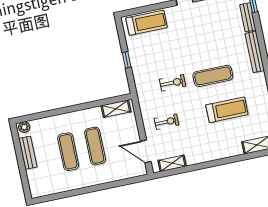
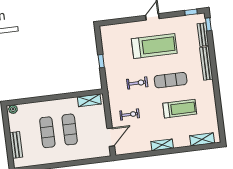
treadmill: (147, 23) -> (154, 46), moved, width x1.37, depth x1.38
door: (146, 151) -> (111, 137), swing flipped
bench: (28, 153) -> (16, 145), moved
shelving: (172, 163) -> (162, 145), moved

